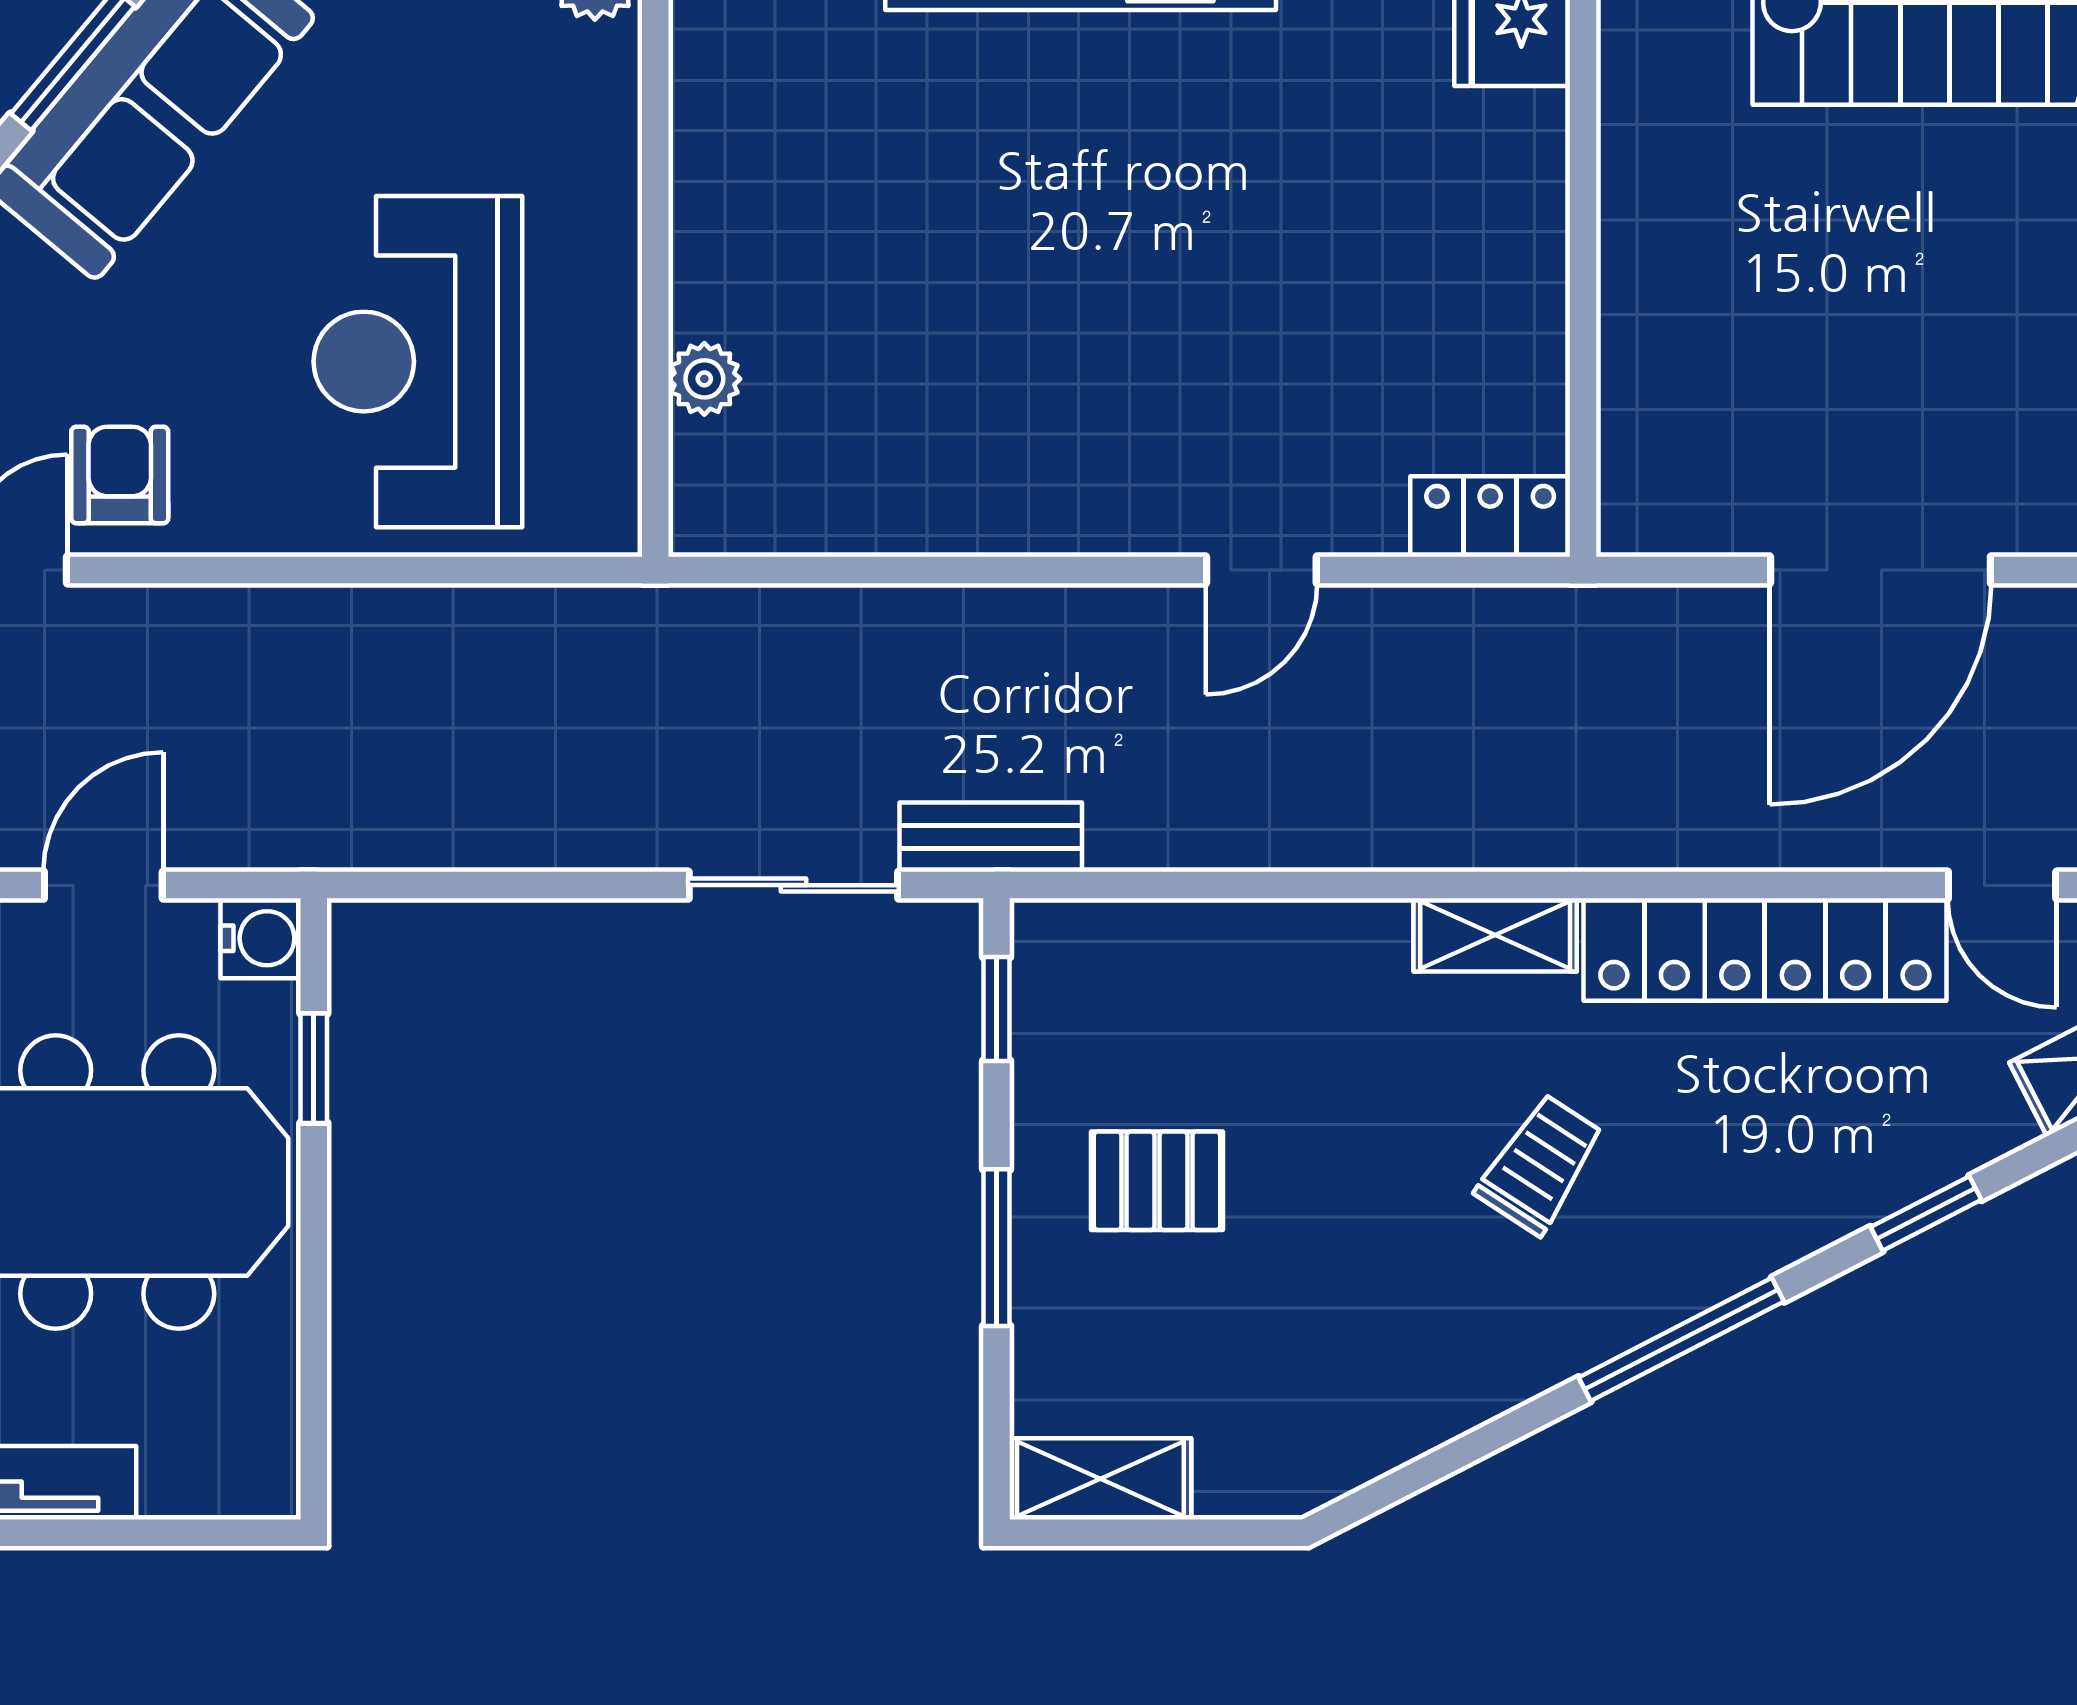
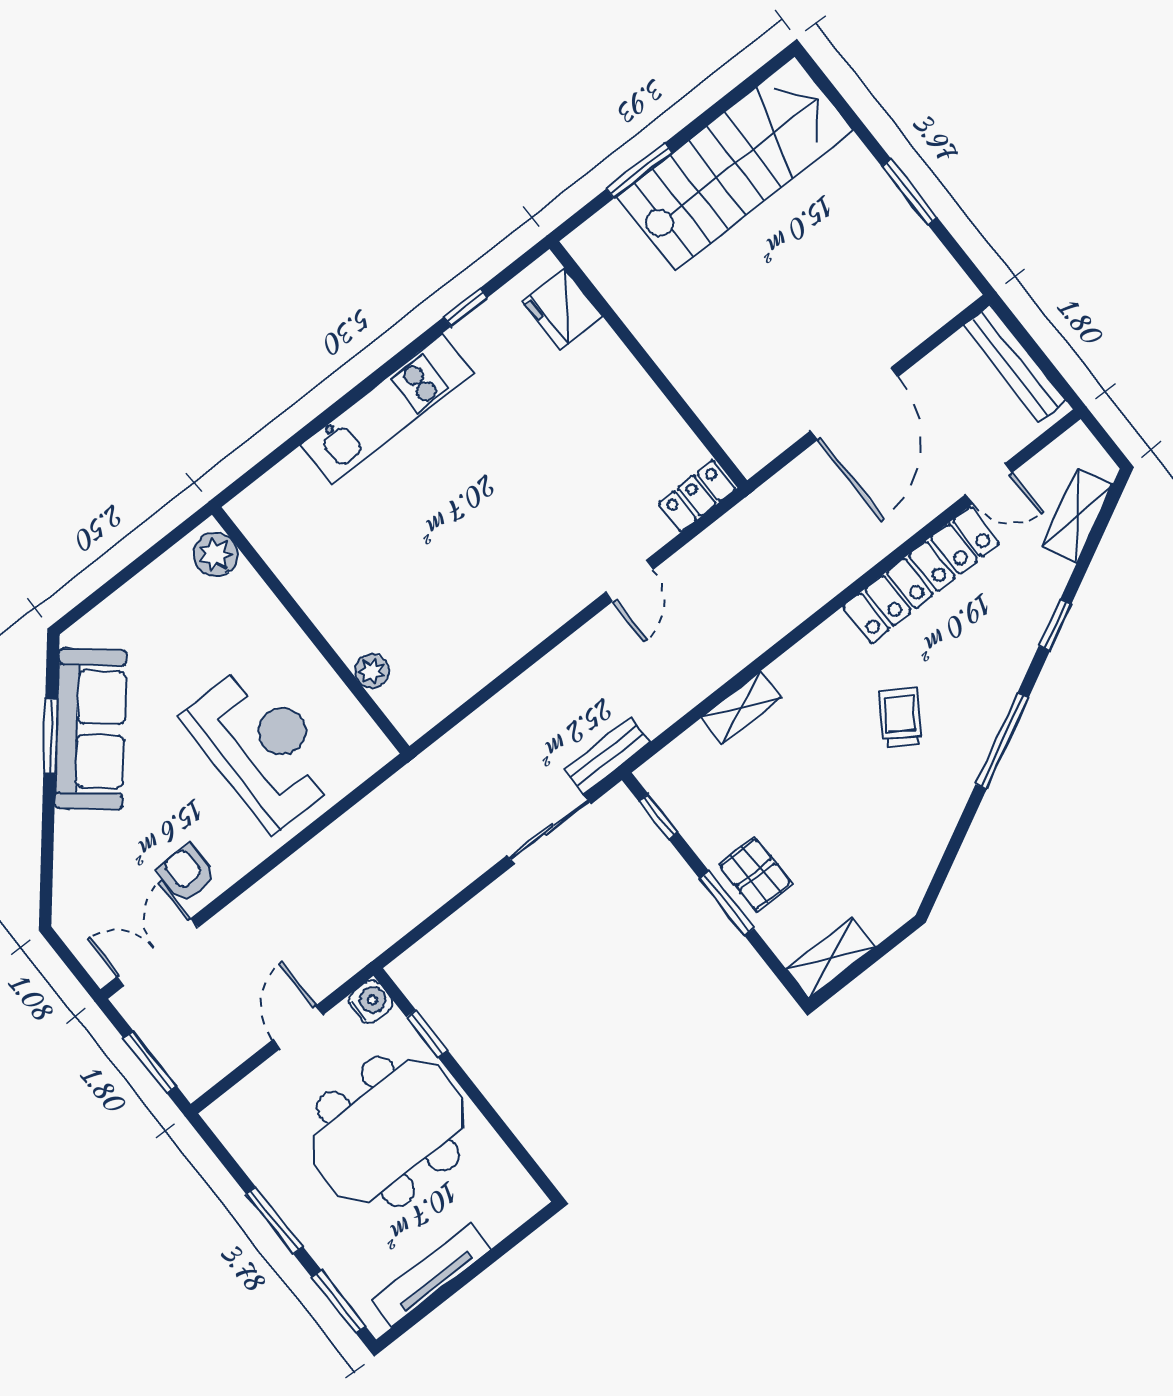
reception desk: (418, 362) -> (262, 747), turned 180
shelving: (1495, 935) -> (741, 708), moved
pallet: (1157, 1181) -> (756, 874), moved, turned 90

